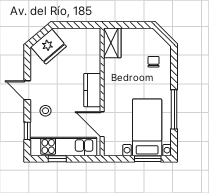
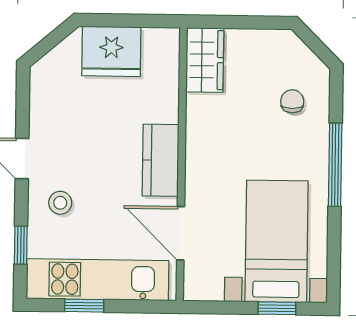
fridge: (49, 47) -> (111, 51), moved, turned 40
window: (174, 109) -> (335, 165), moved
window: (148, 159) -> (277, 308), width x0.67

